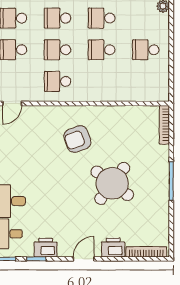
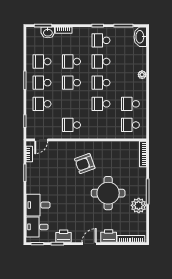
school desk: (57, 50) -> (130, 125), moved
round table: (112, 183) -> (108, 193), turned -37
plant: (158, 202) -> (139, 205), added

